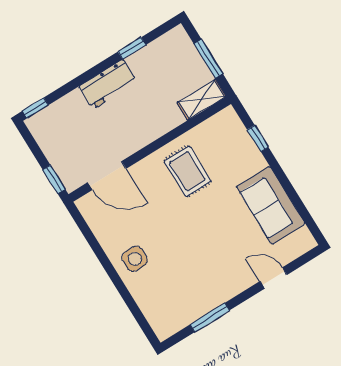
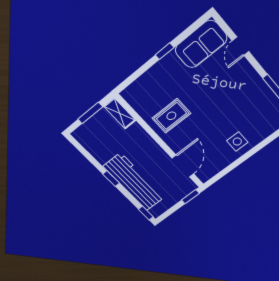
window: (132, 48) -> (111, 179), moved
workbench: (108, 84) -> (134, 182), width x1.88, depth x1.32
window: (258, 138) -> (165, 51), moved
sofa: (271, 205) -> (201, 44), moved

